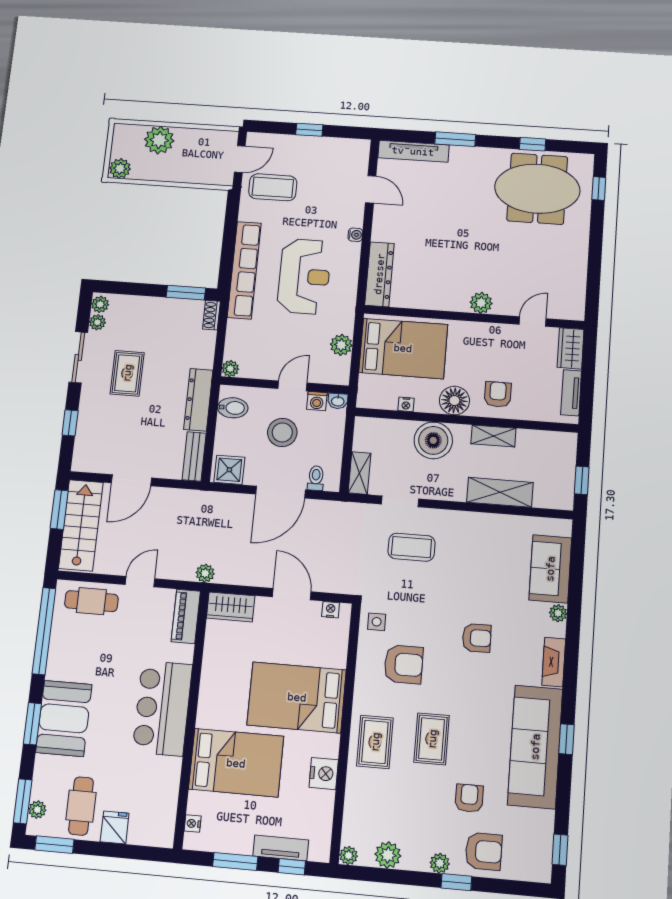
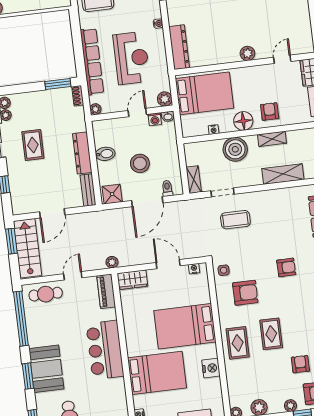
plant: (230, 369) -> (95, 109), moved
wall: (284, 385) -> (132, 113), moved
door: (292, 386) -> (137, 112), moved
washing machine: (317, 401) -> (155, 119), moved
washbasin: (338, 401) -> (168, 117), moved

